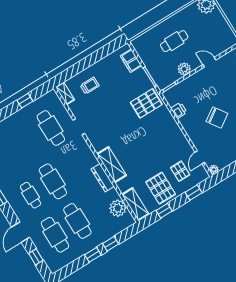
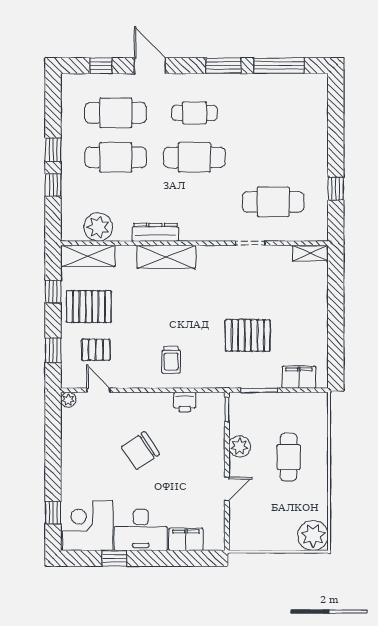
trolley: (90, 86) -> (171, 360), moved
pallet: (146, 103) -> (248, 335), moved, turned 90

